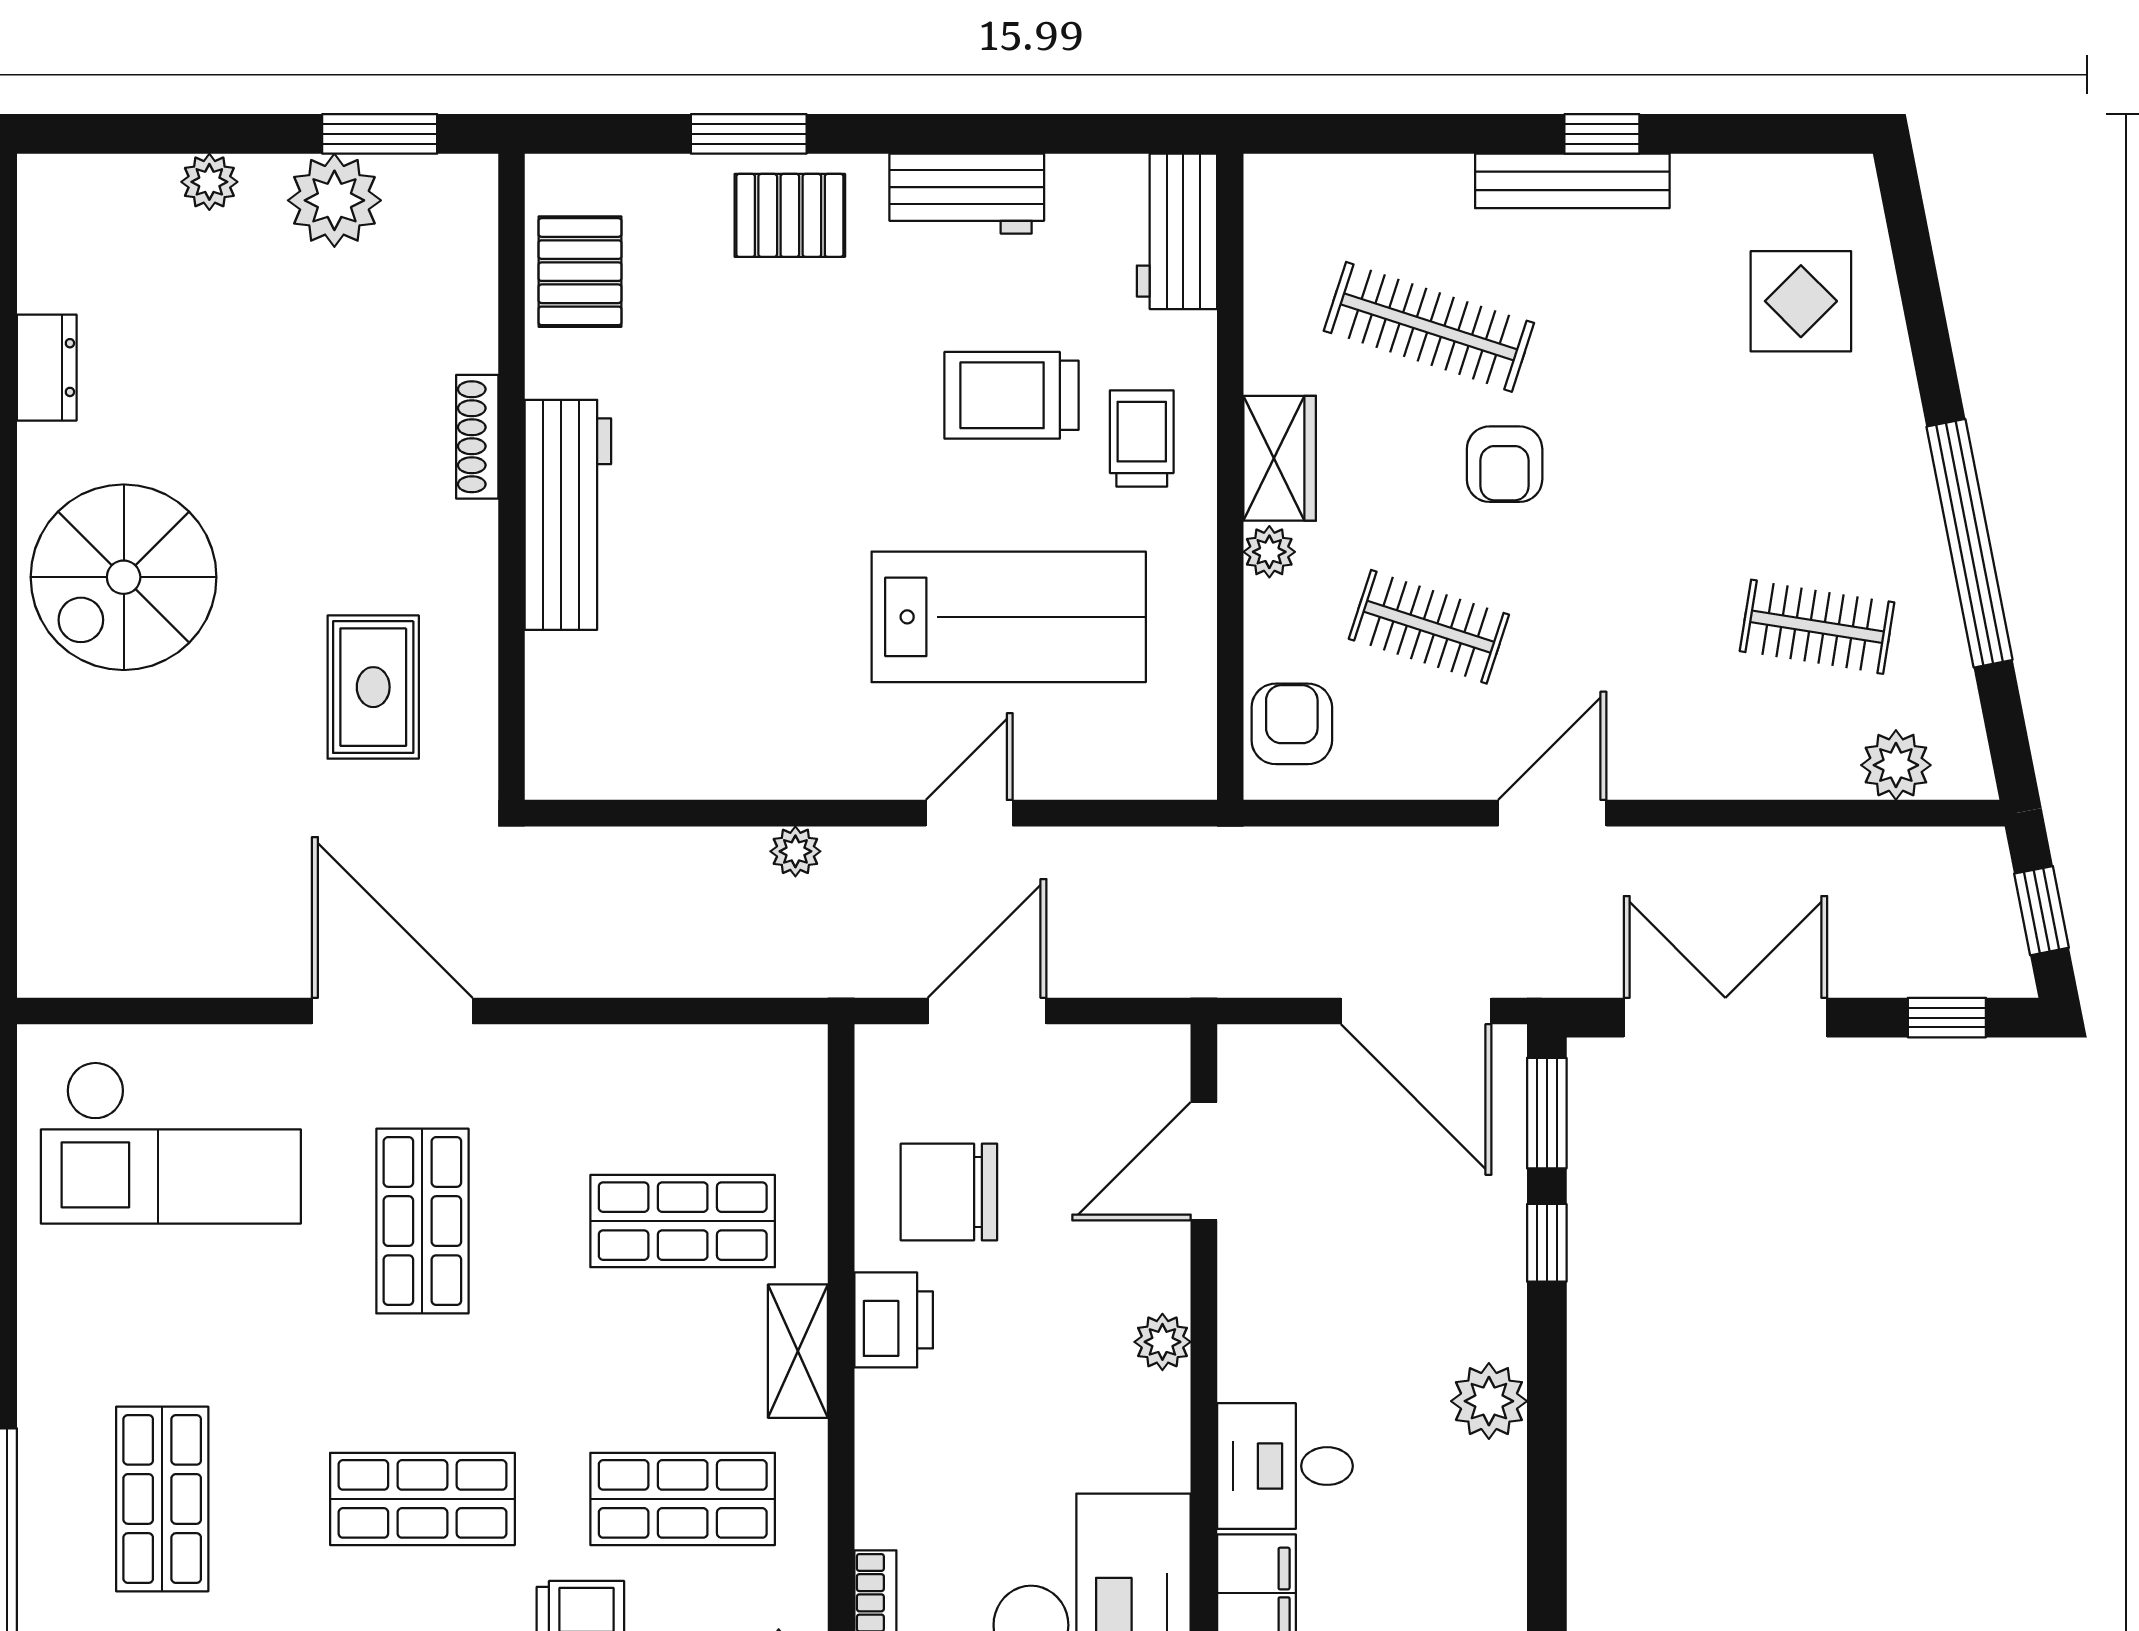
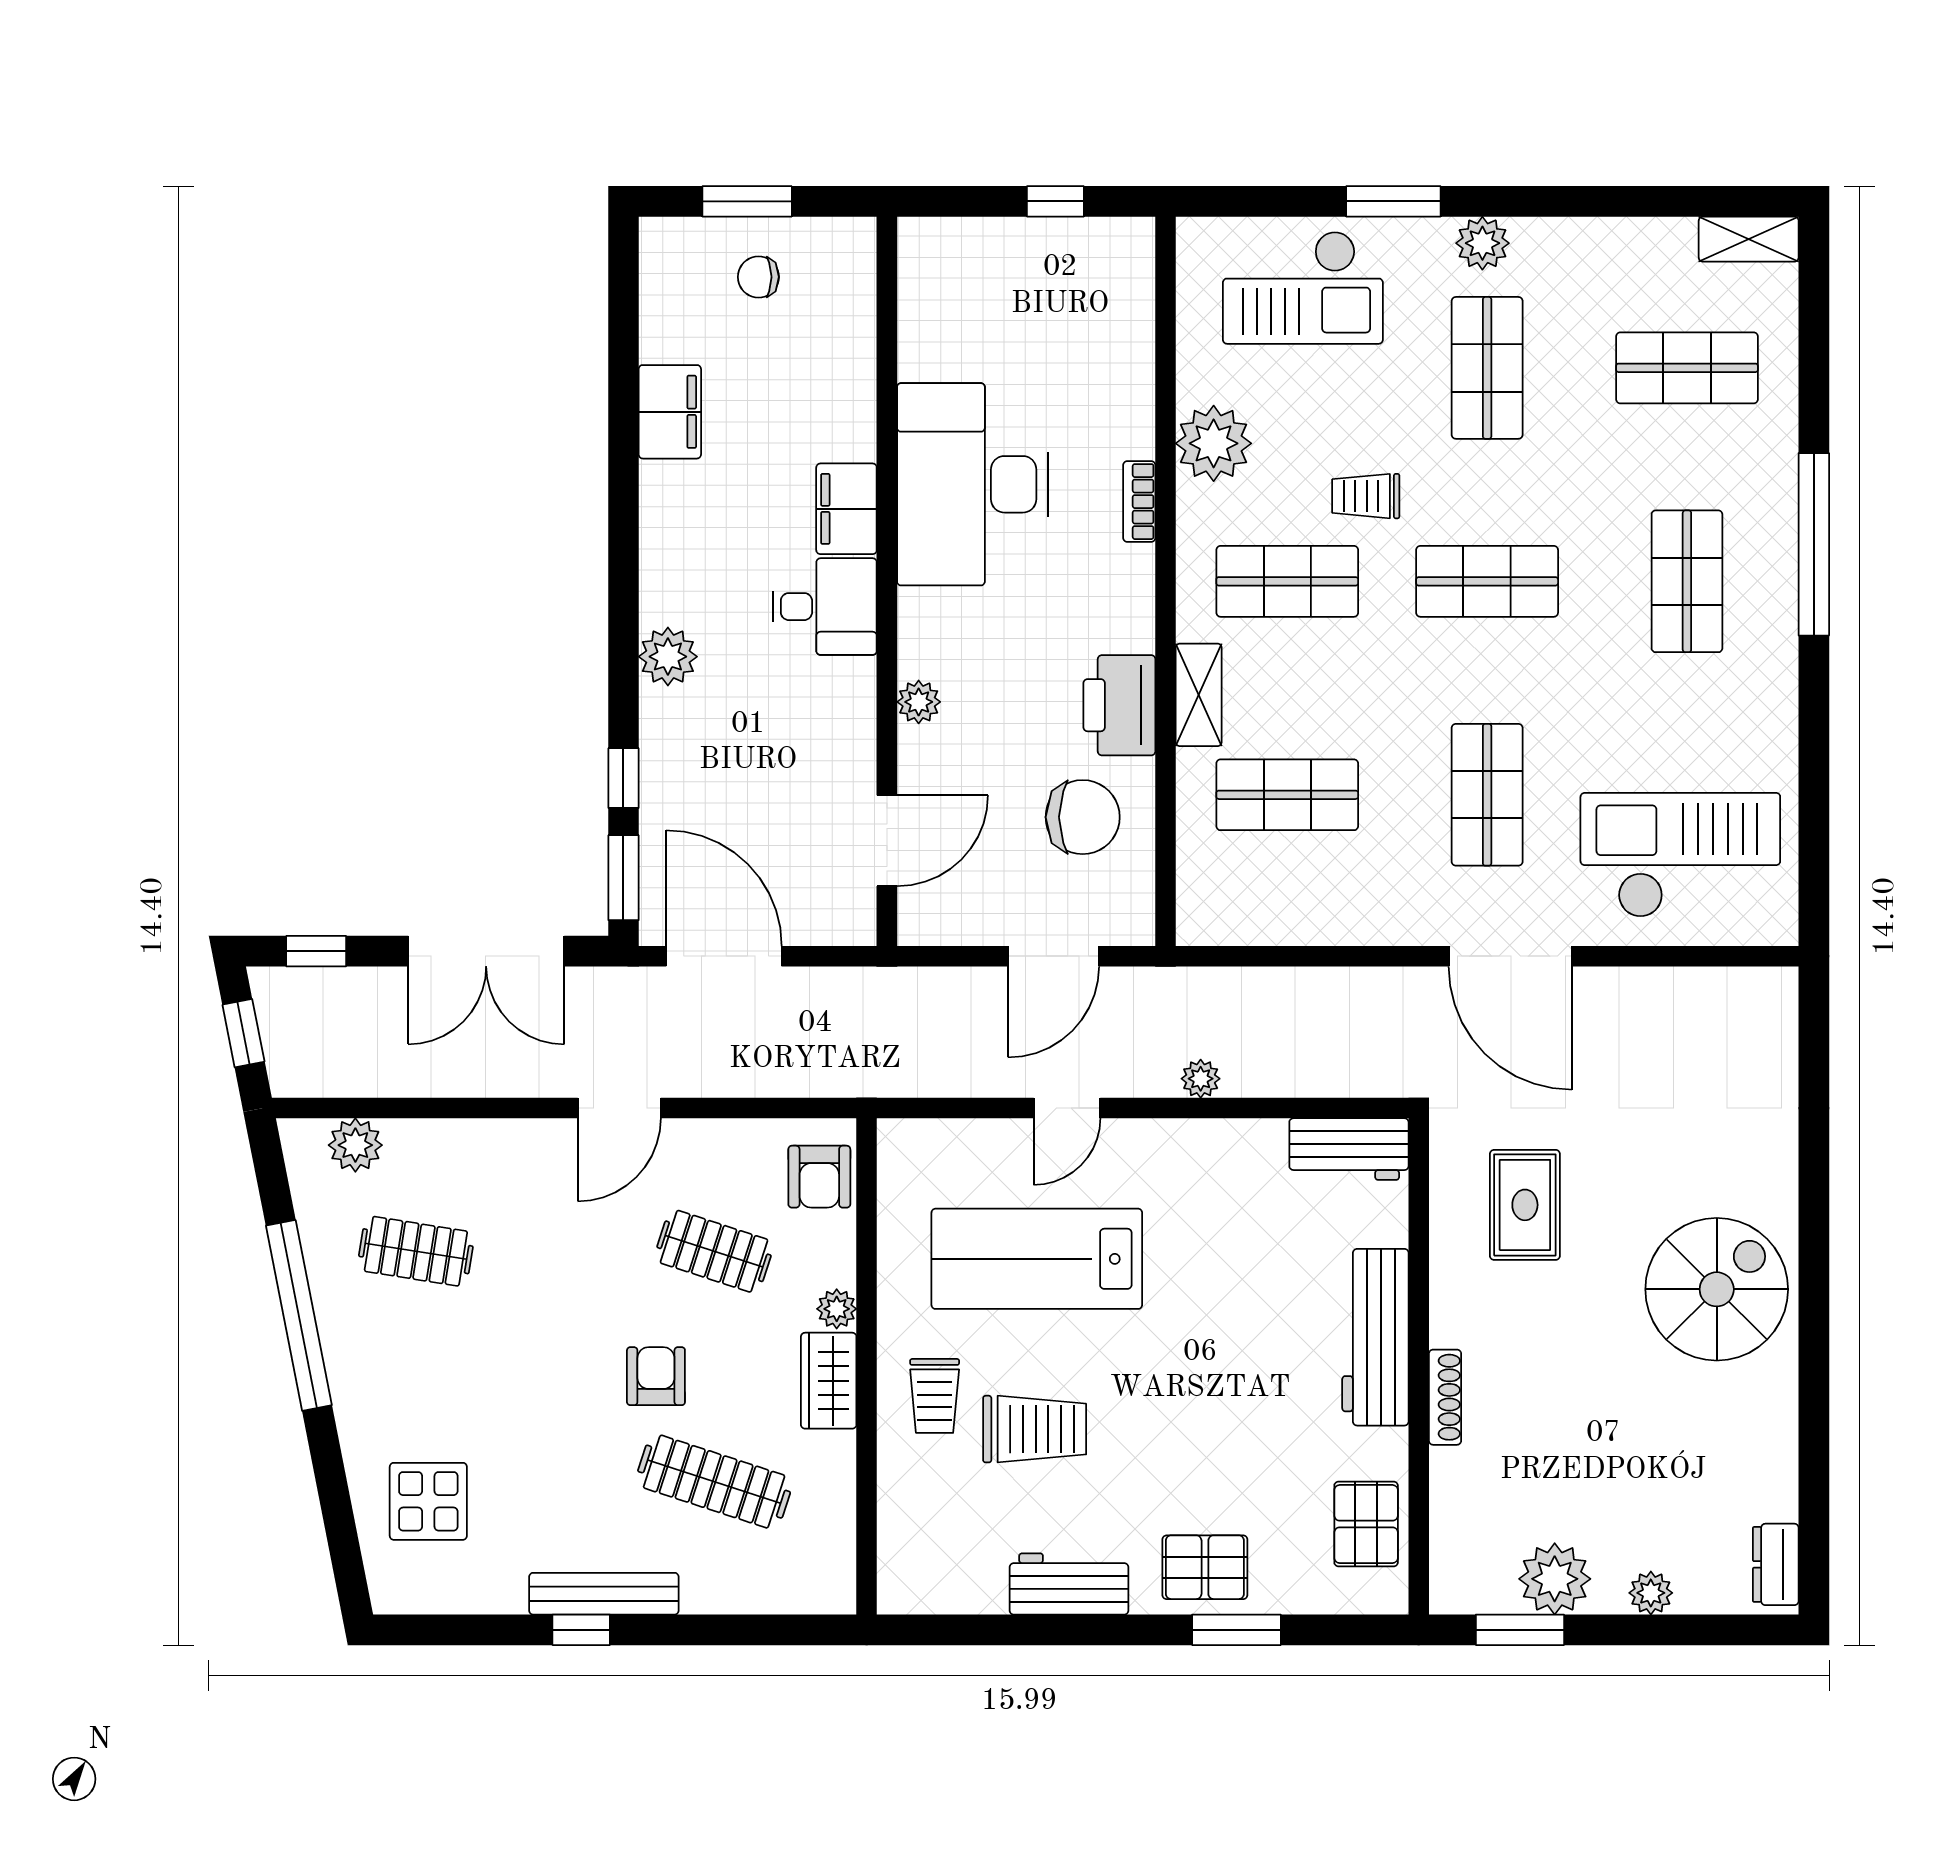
workbench: (1177, 231) -> (1349, 1149), moved, turned 90
dresser: (47, 368) -> (1776, 1564), moved
printer: (894, 1320) -> (1119, 705), width x1.37, depth x1.19

